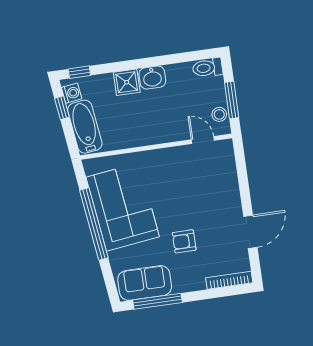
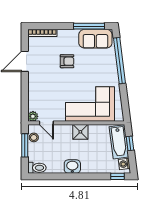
shower: (127, 82) -> (80, 132), moved
window: (62, 108) -> (130, 143), moved
plant: (225, 147) -> (33, 116), added
corner sofa: (123, 207) -> (90, 104), moved, turned 97
window: (94, 224) -> (119, 61), moved

